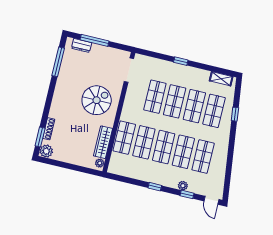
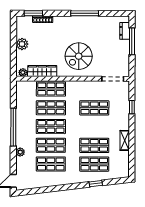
window: (181, 61) -> (132, 107), moved
window: (58, 62) -> (85, 13), moved
shelving: (221, 79) -> (125, 140), moved
spiral stairs: (97, 100) -> (79, 56), turned 90
shop shelf: (175, 101) -> (94, 127), removed
plant: (46, 151) -> (22, 44), moved
window: (155, 187) -> (13, 127), width x3.17
window: (187, 194) -> (13, 158), removed

